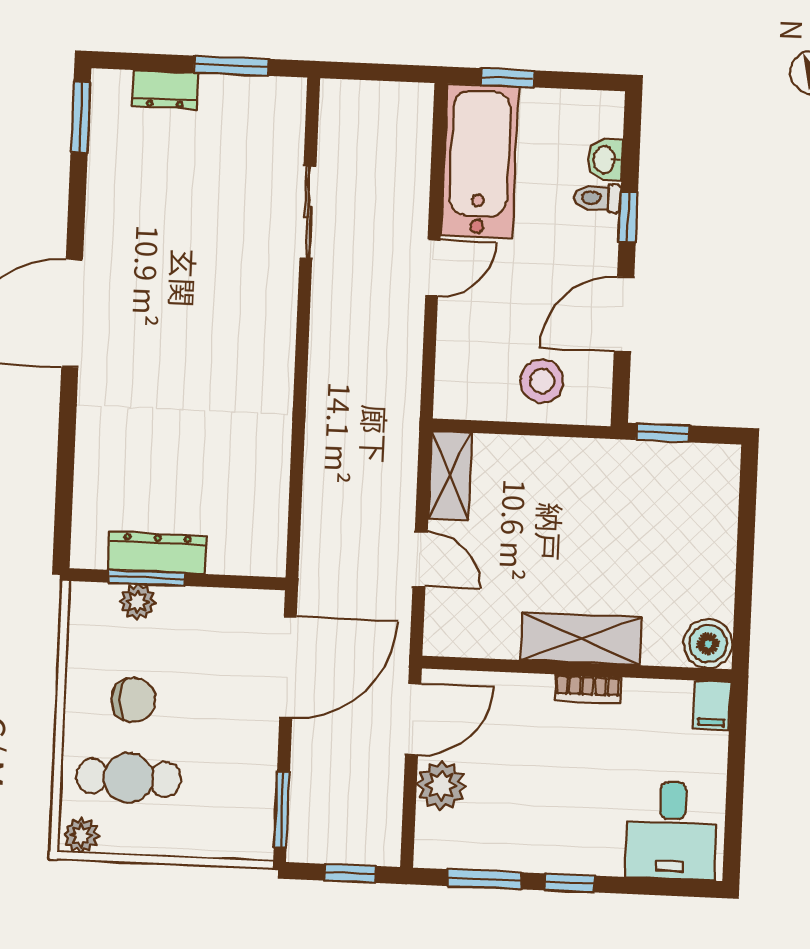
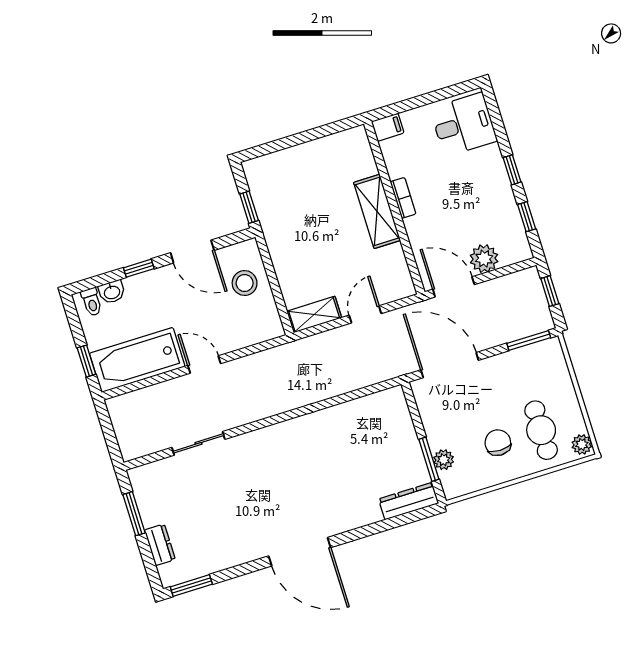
toilet: (597, 198) -> (92, 302), moved
dresser: (157, 553) -> (409, 501), moved, turned 90
boiler: (708, 644) -> (355, 141), removed
window: (485, 879) -> (527, 217), width x0.67

